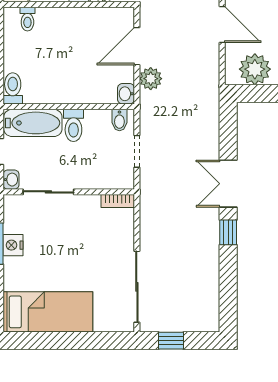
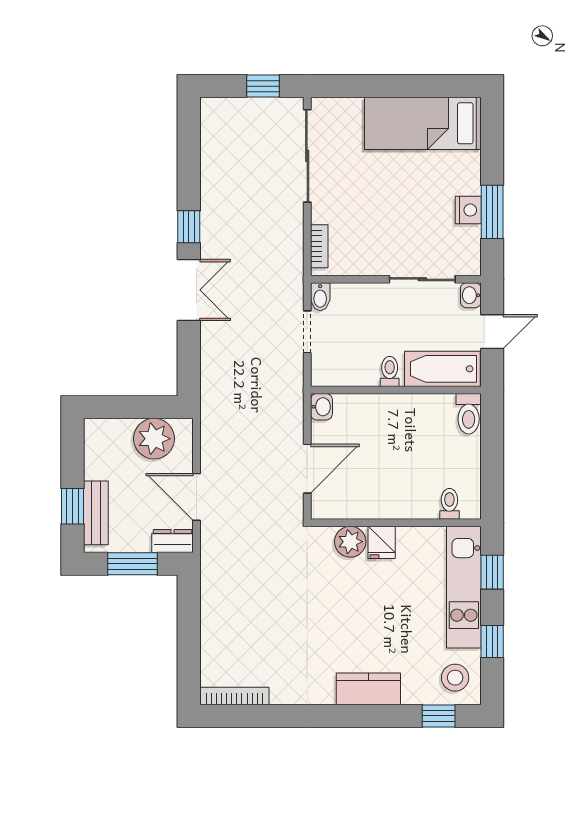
plant: (151, 79) -> (289, 426), removed
bidet: (119, 120) -> (320, 297), moved, turned 180
toilet: (73, 125) -> (390, 371), width x0.73, depth x0.72
bookcase: (118, 201) -> (319, 246), moved, turned 90

